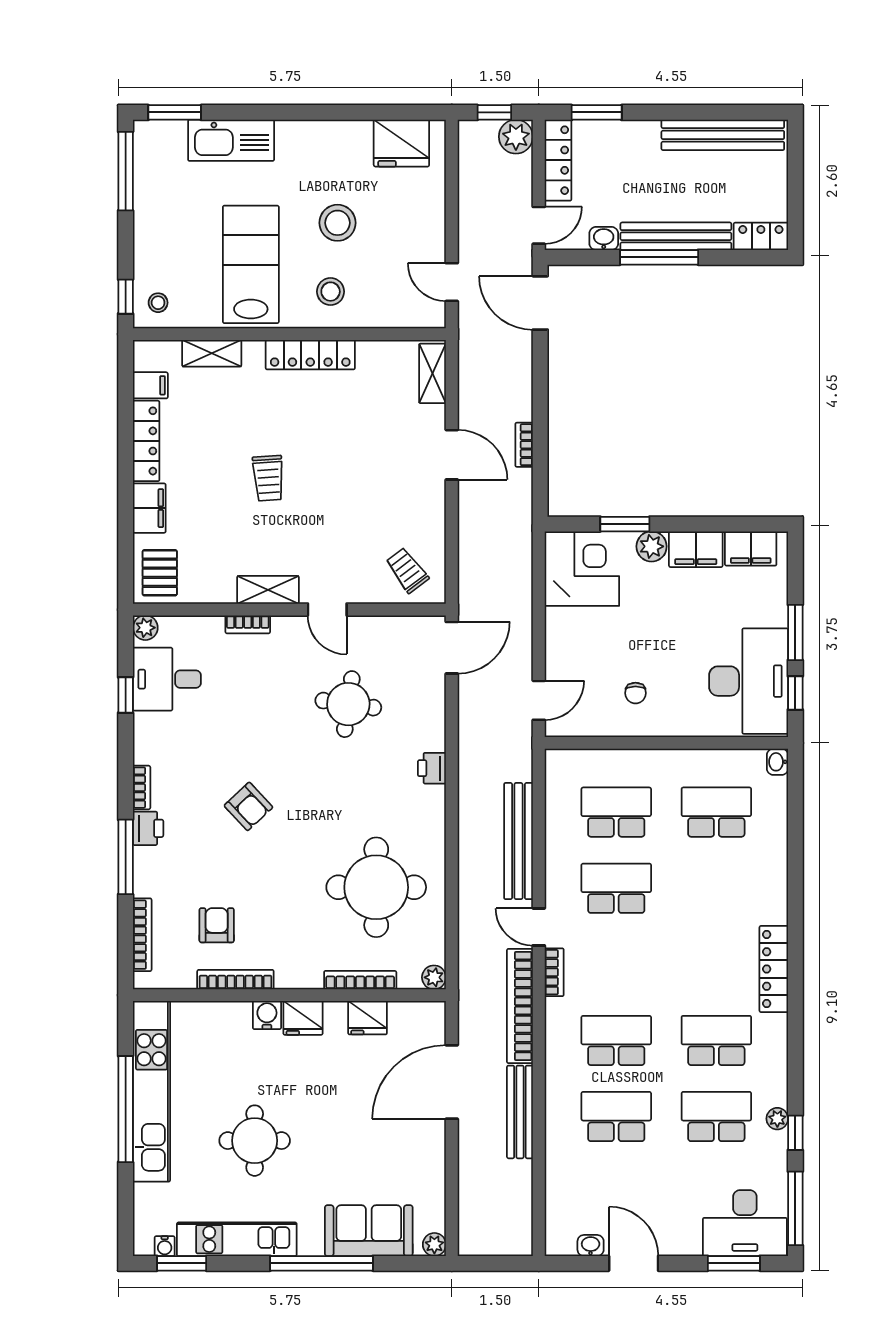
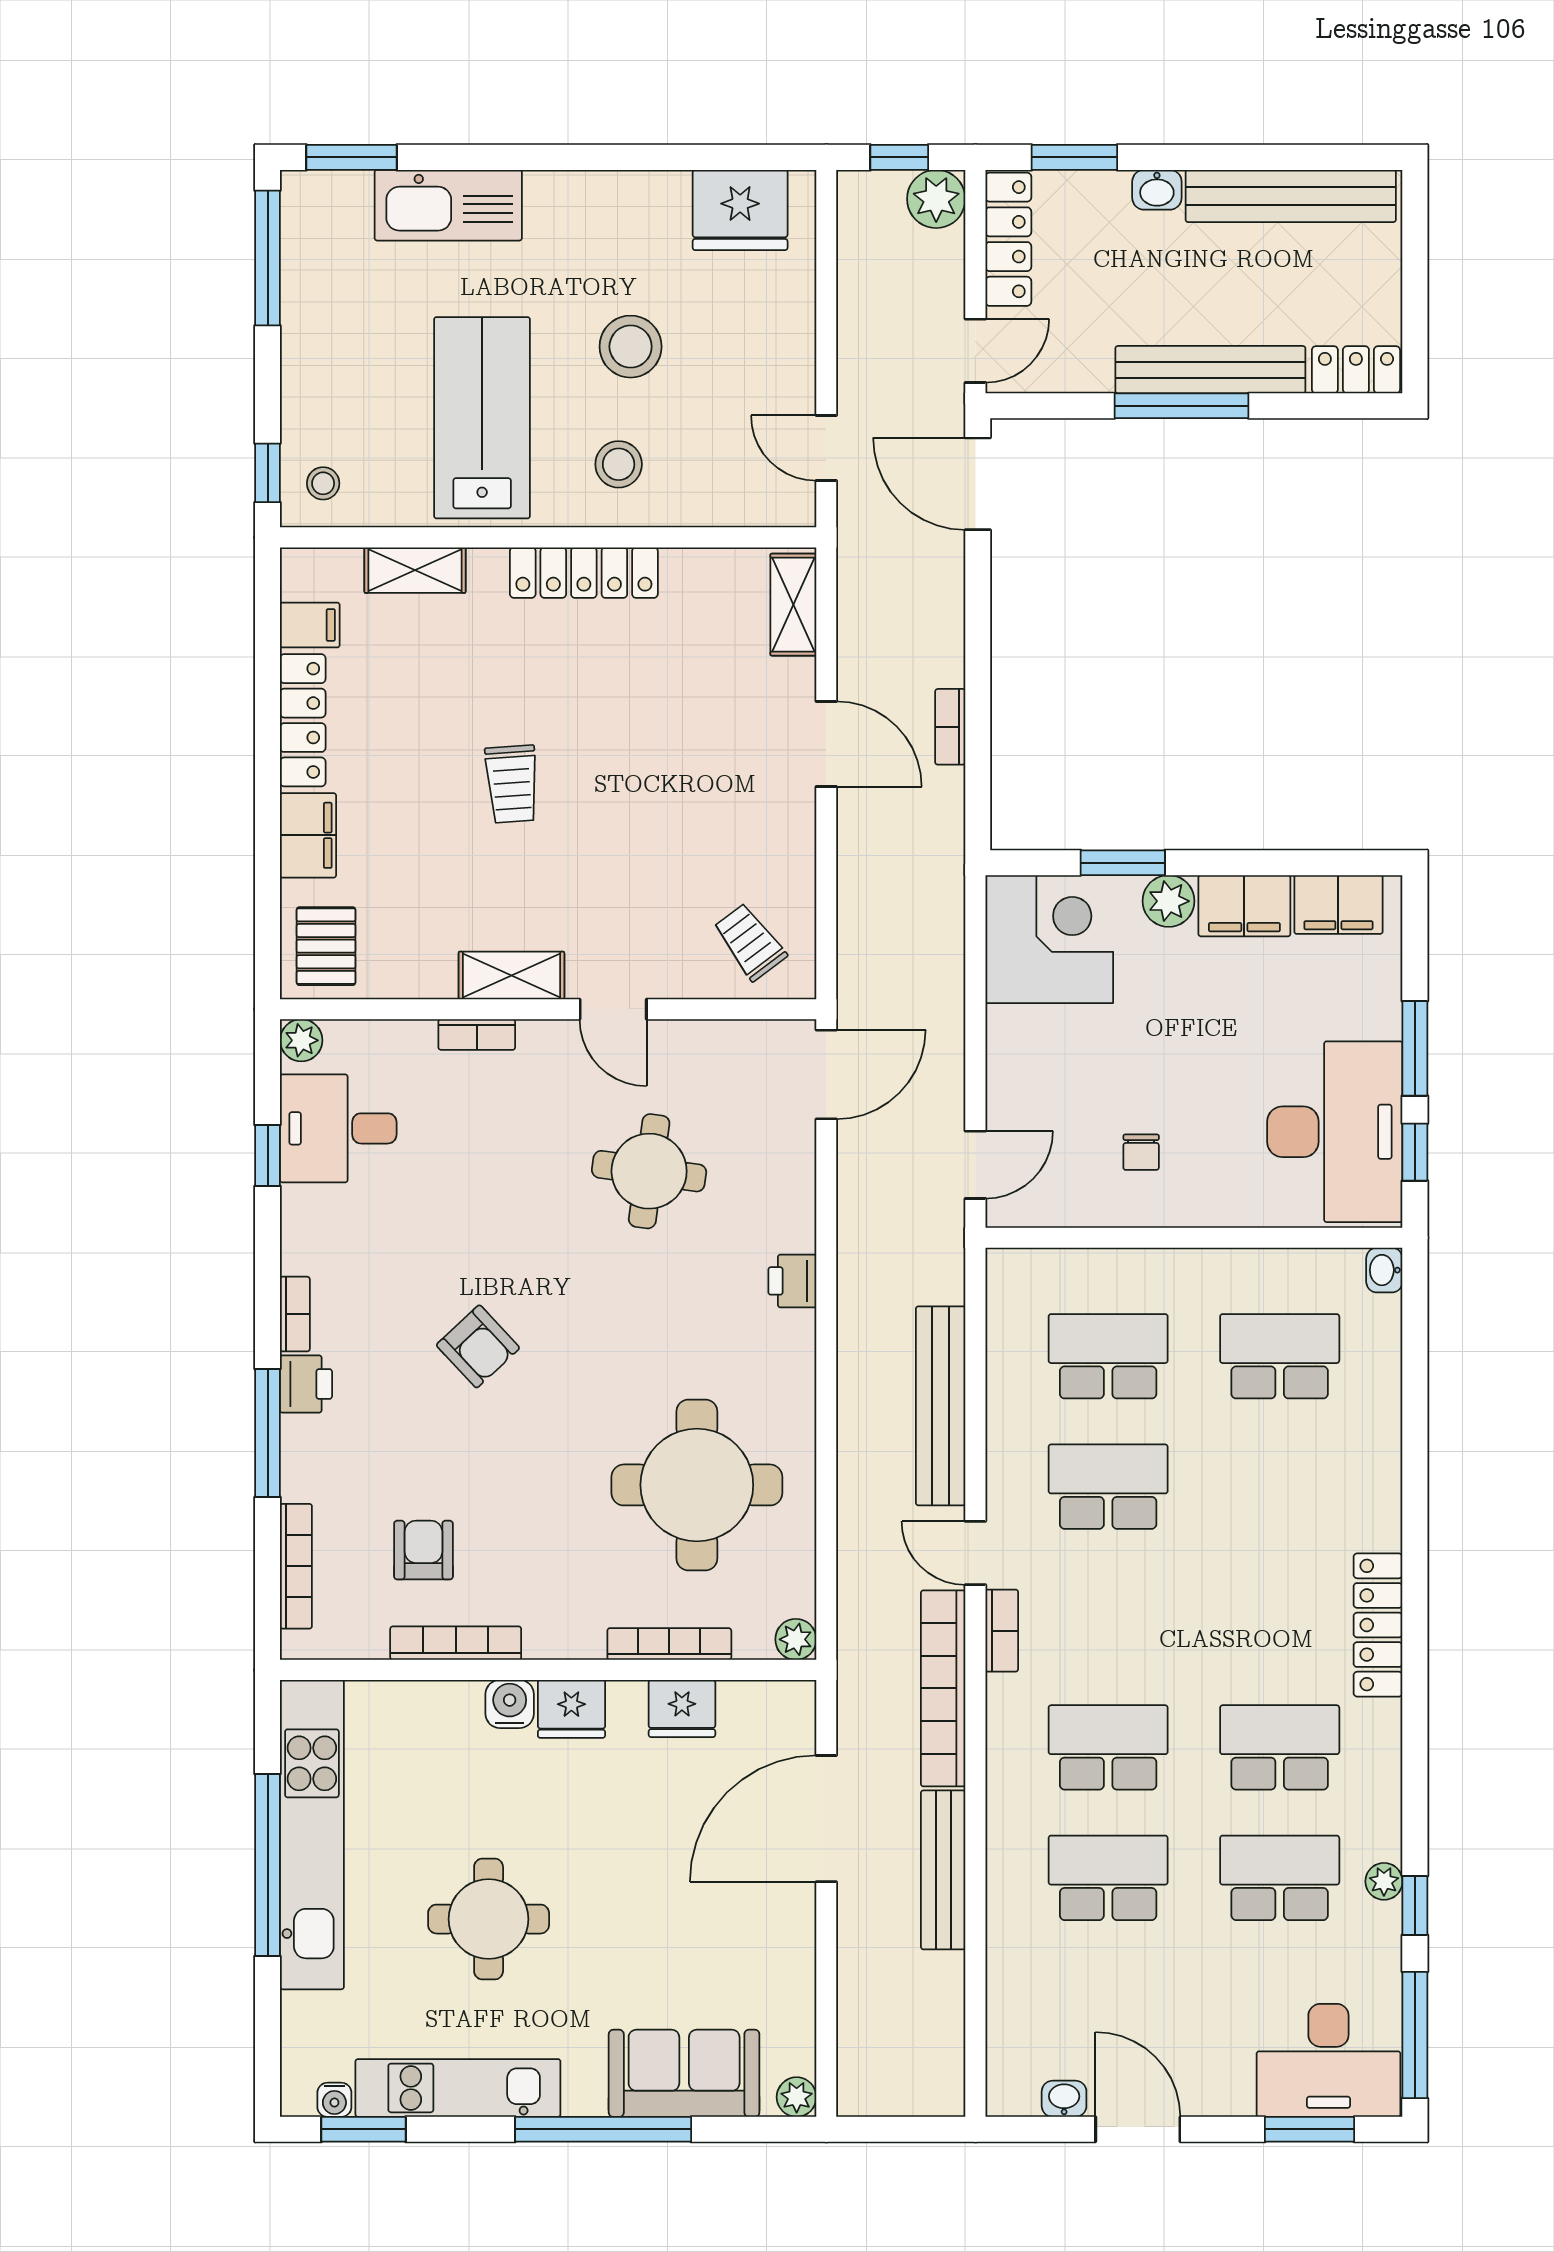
washbasin: (604, 238) -> (1157, 190), moved, turned 180

